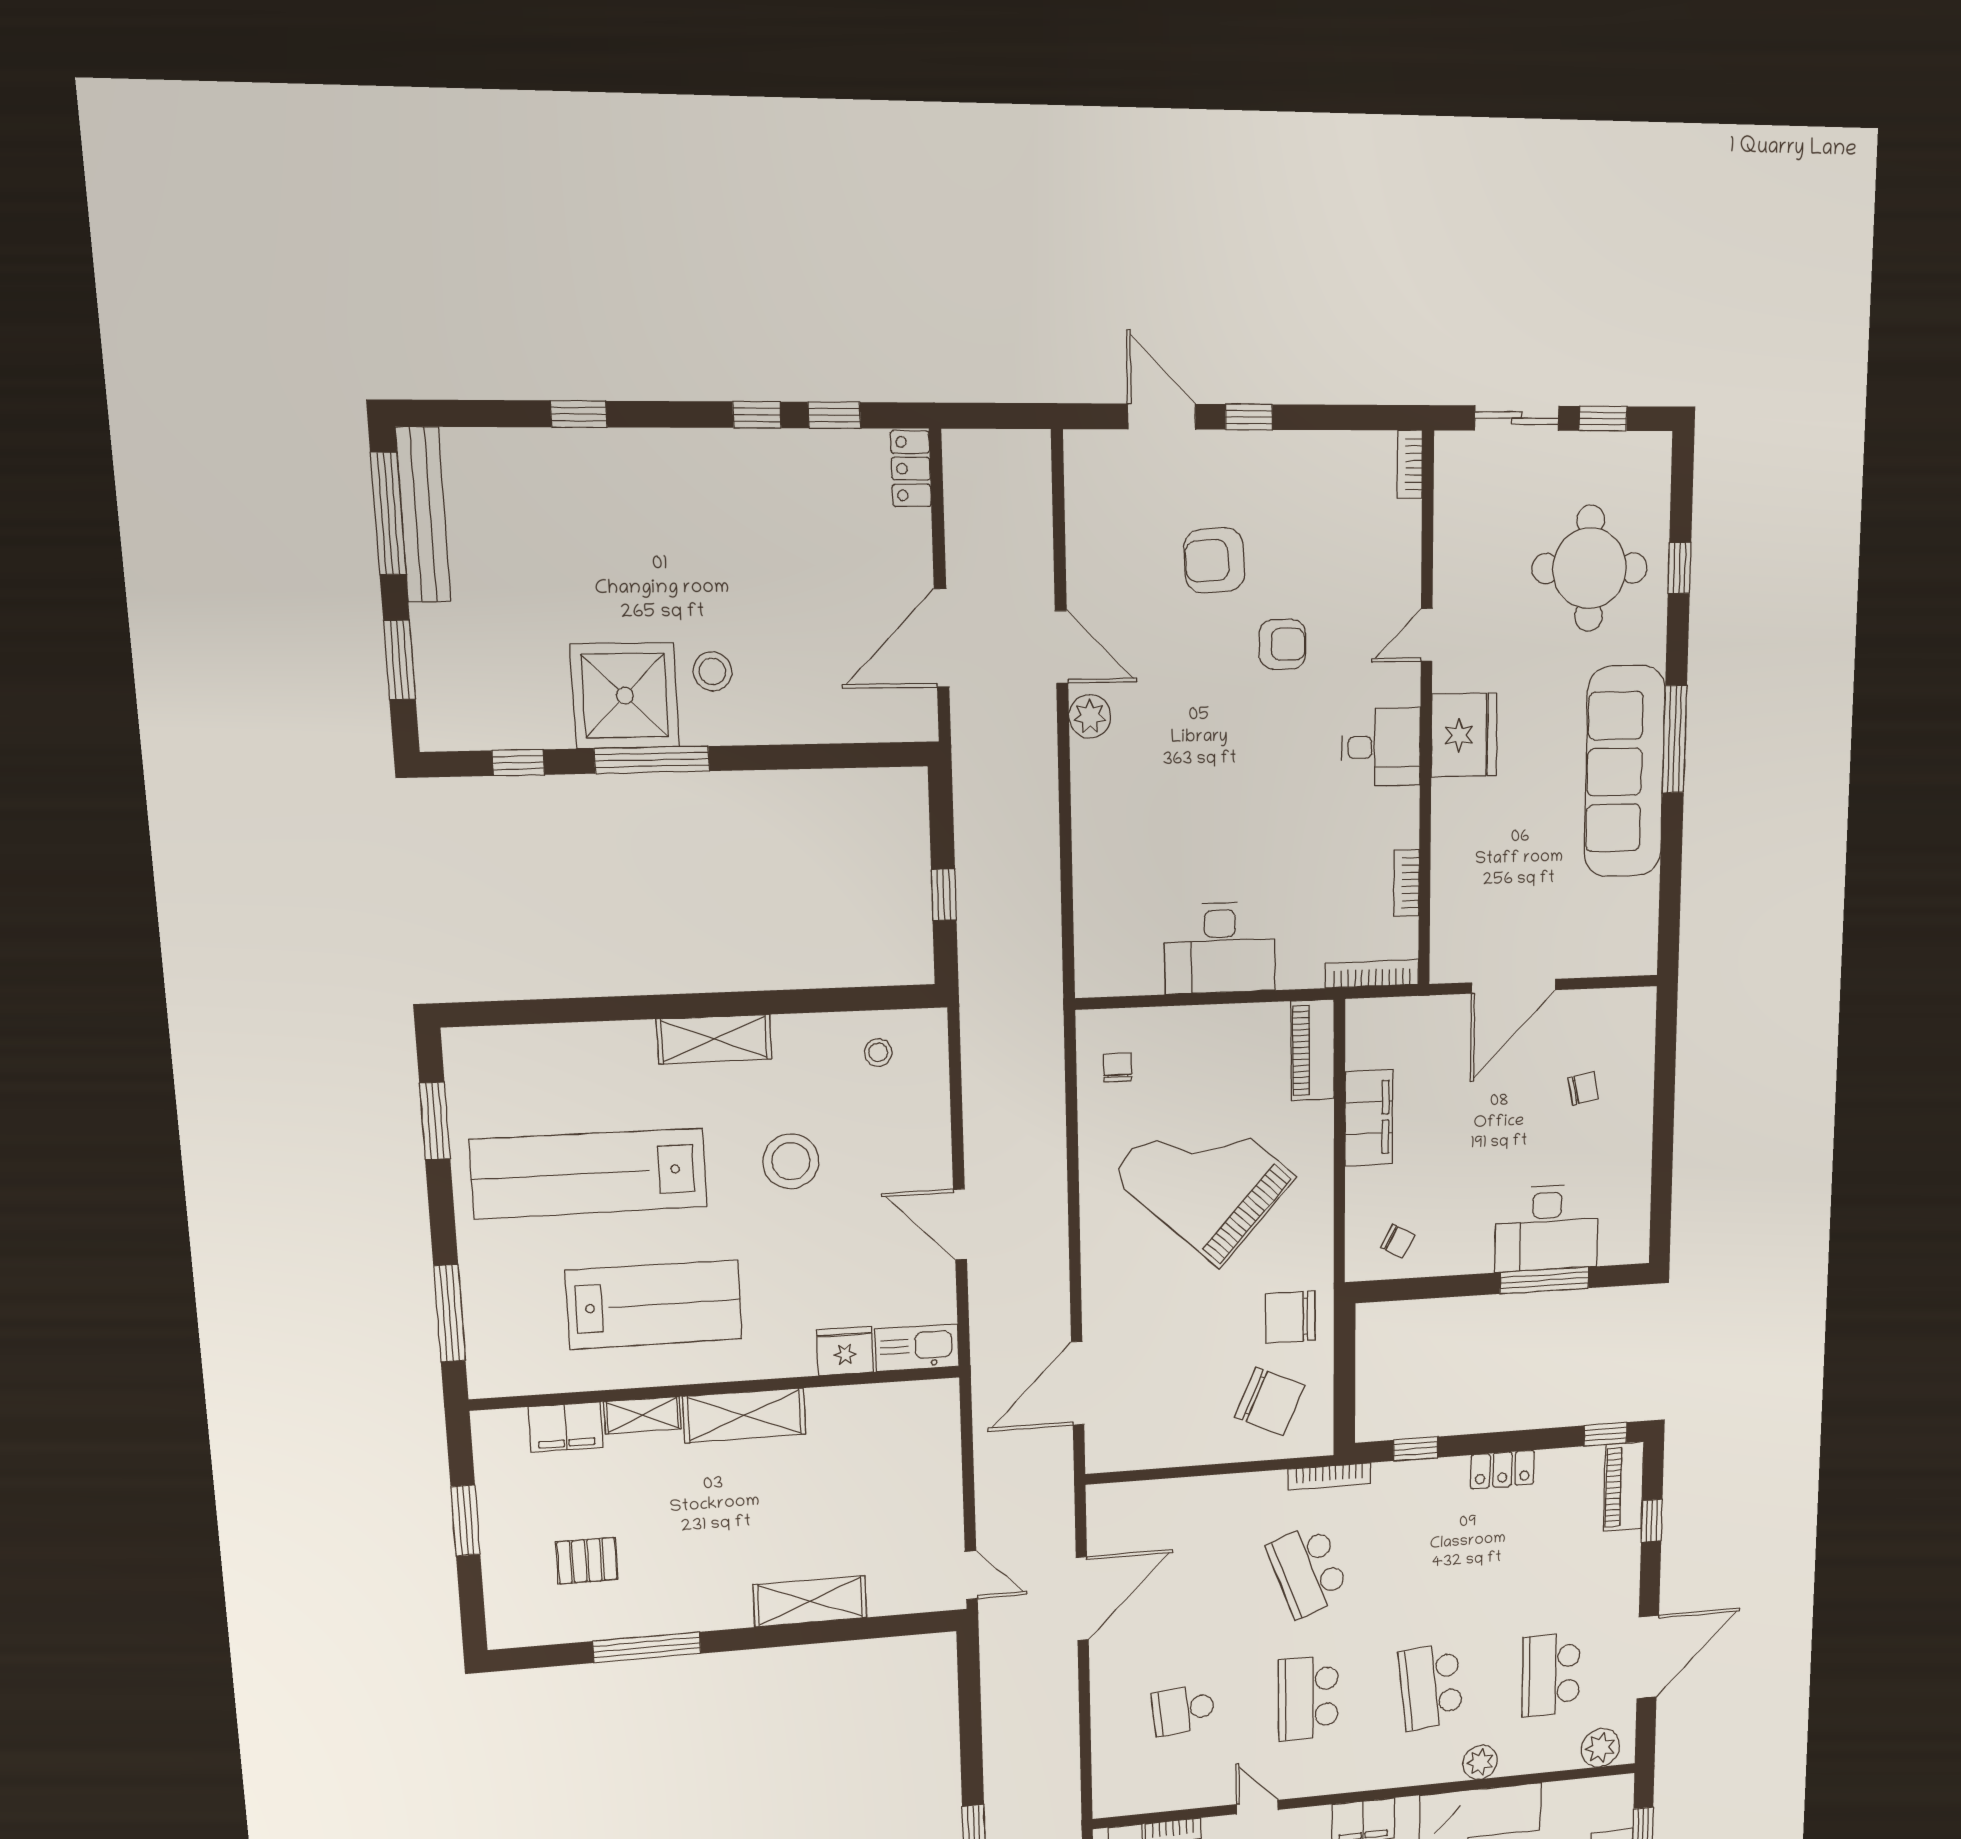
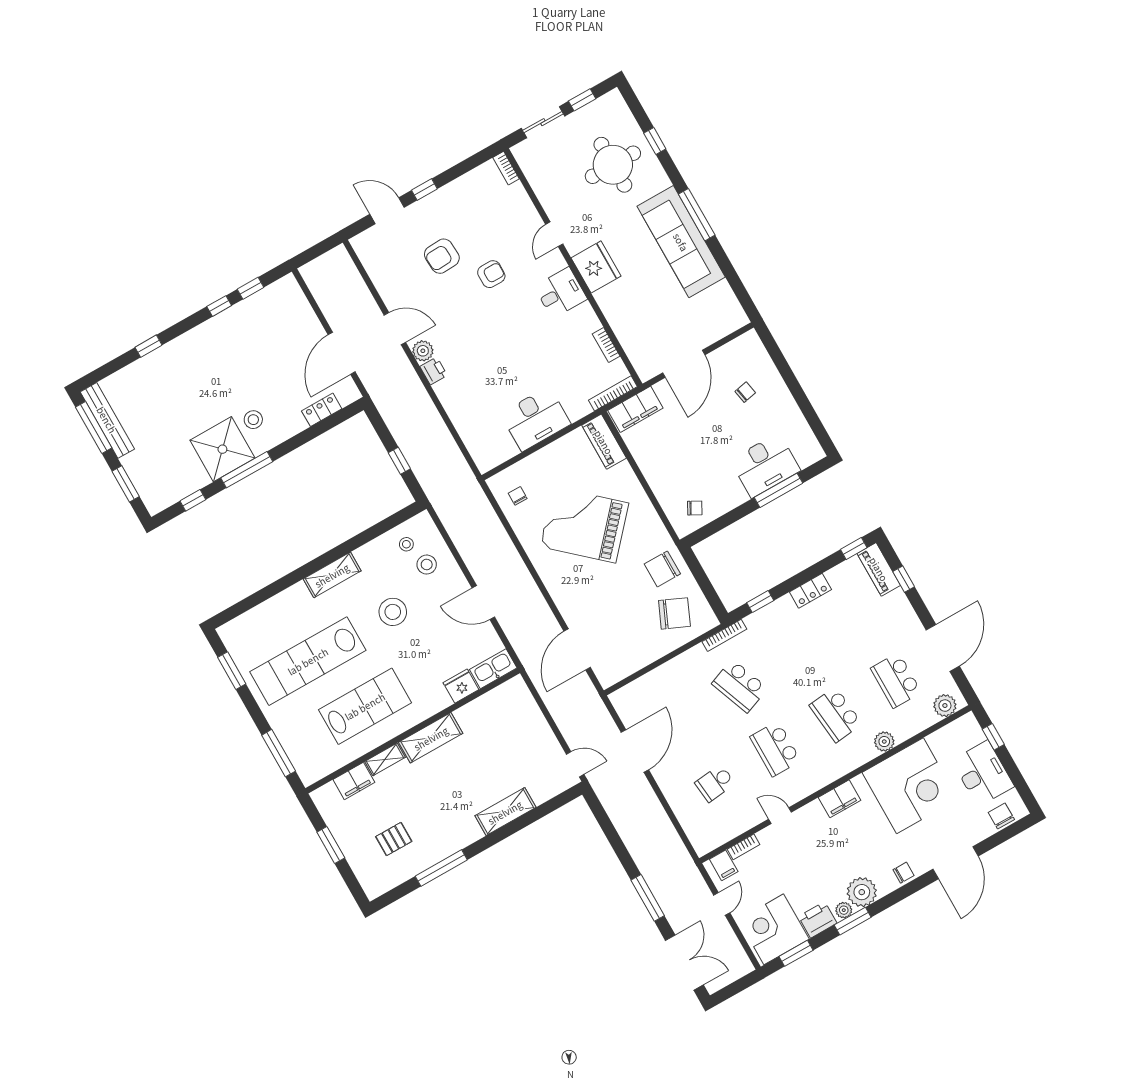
locker: (911, 469) -> (322, 410), moved, turned 90
printer: (1090, 764) -> (434, 371), added
stool: (896, 1107) -> (427, 565), added
filing cabinet: (1369, 1118) -> (635, 409), moved, turned 90

